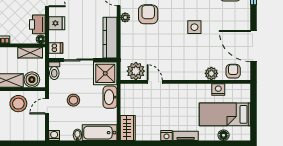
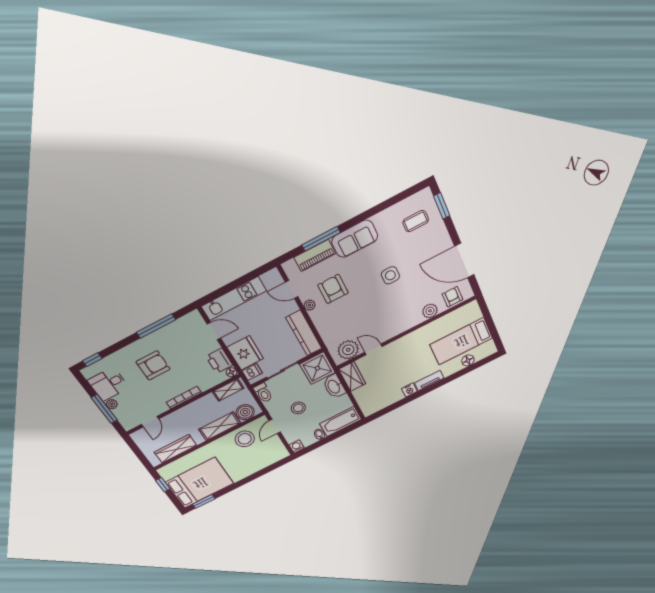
fridge: (57, 23) -> (245, 353), width x1.88, depth x1.34
nightstand: (218, 90) -> (444, 322), removed
wardrobe: (128, 128) -> (352, 376), moved

